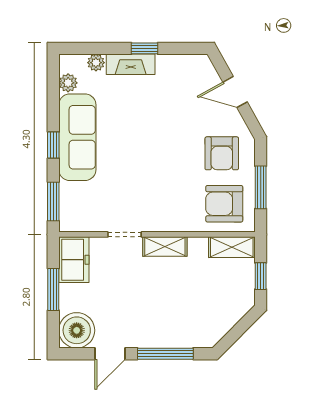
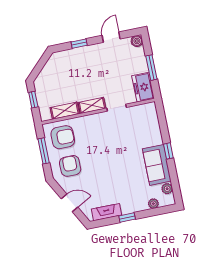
fireplace: (131, 64) -> (106, 212), moved
sofa: (77, 137) -> (157, 165), width x0.73
window: (53, 201) -> (162, 118), removed
shelving: (232, 247) -> (65, 111), moved
boiler: (77, 330) -> (137, 41), width x0.54, depth x0.54
window: (165, 354) -> (79, 44), width x0.46

